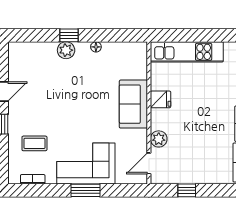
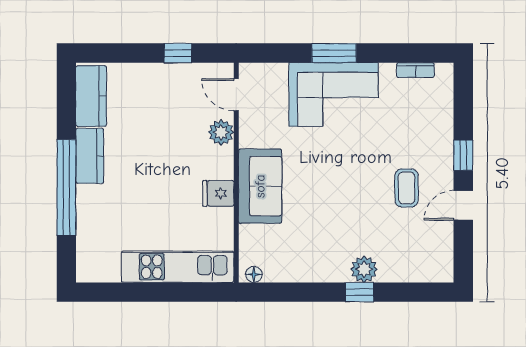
floor lamp: (96, 47) -> (254, 274), moved
coffee table: (34, 143) -> (407, 188), moved, turned 90
door: (149, 163) -> (236, 95), swing flipped

